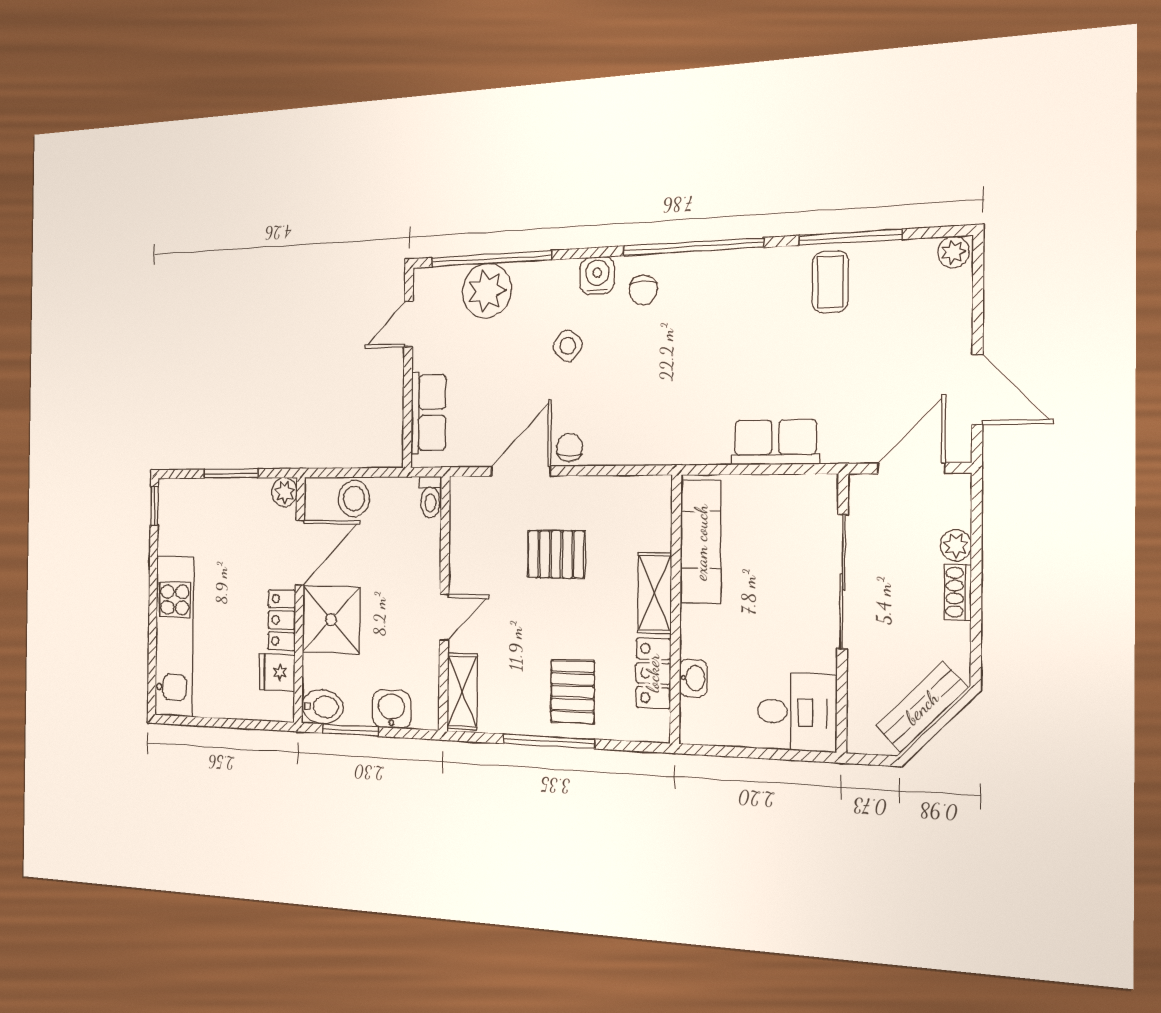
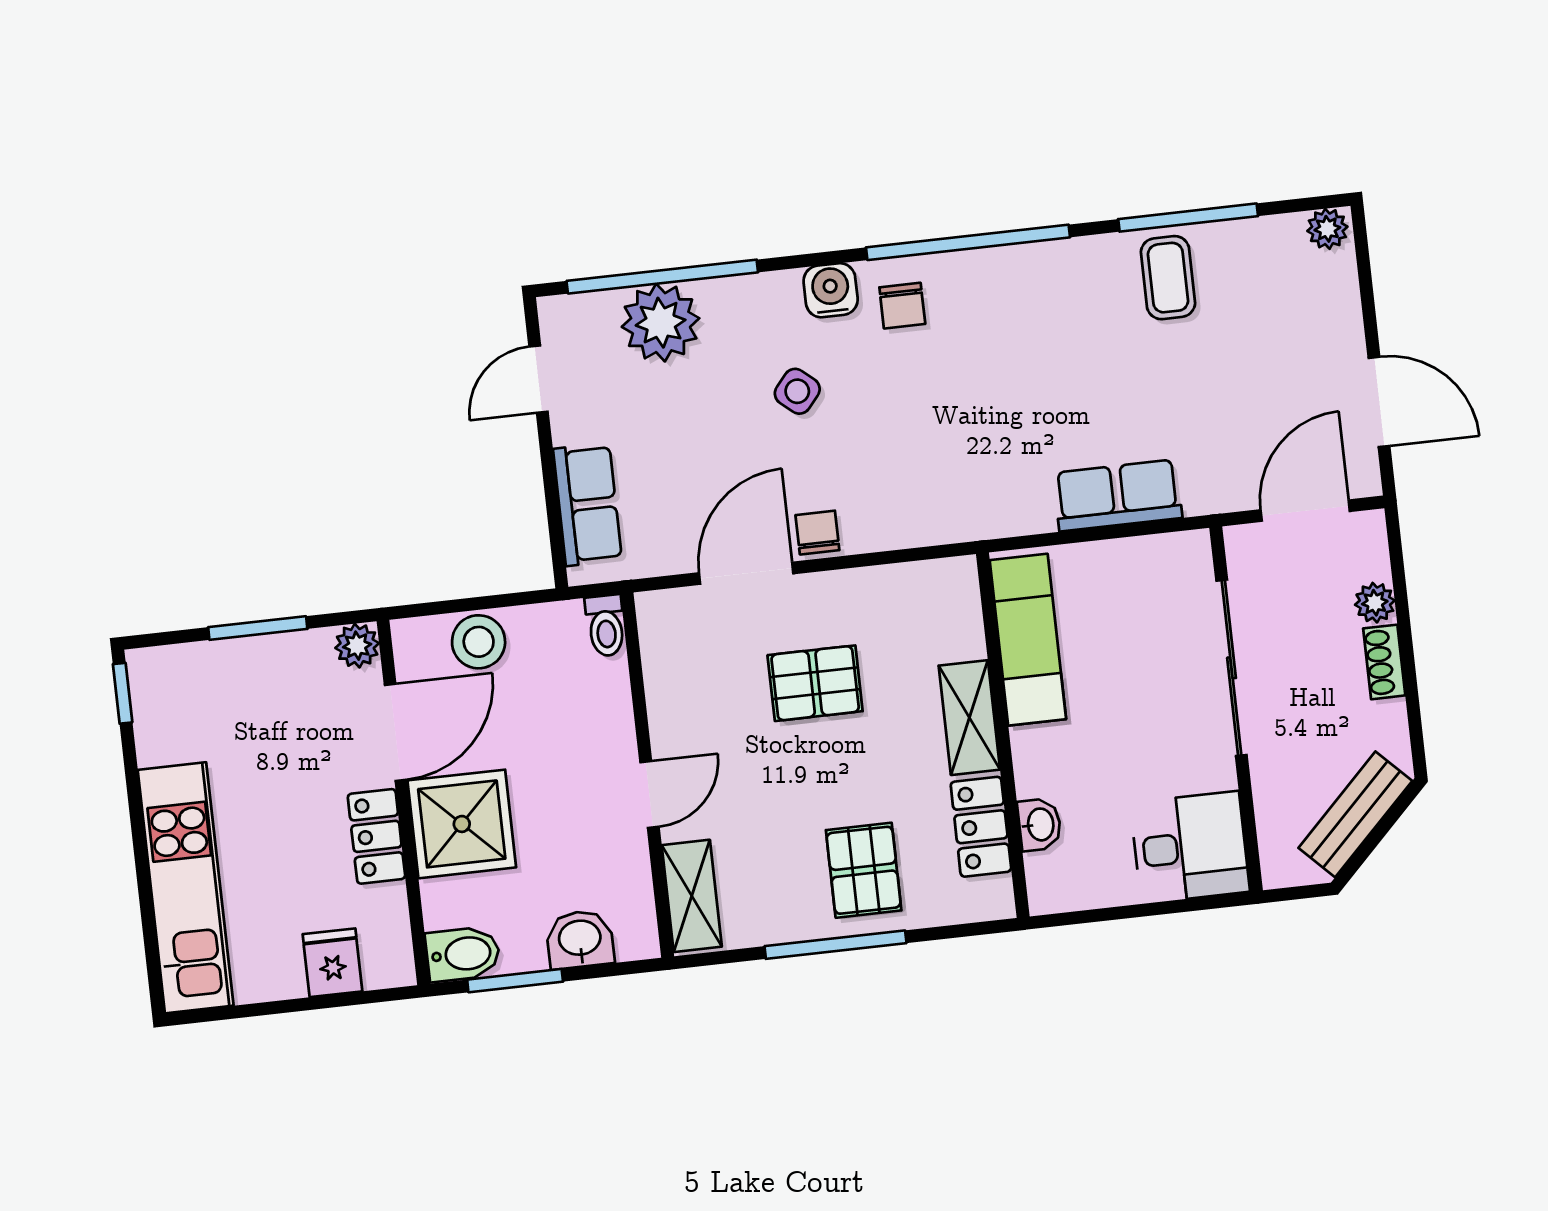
fridge: (277, 672) -> (332, 963), moved, turned 90

